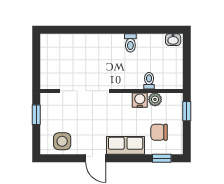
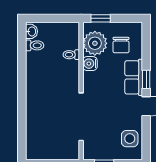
toilet: (130, 43) -> (35, 45), moved
plant: (155, 99) -> (95, 43), width x1.87, depth x1.87
window: (162, 158) -> (146, 79), moved

